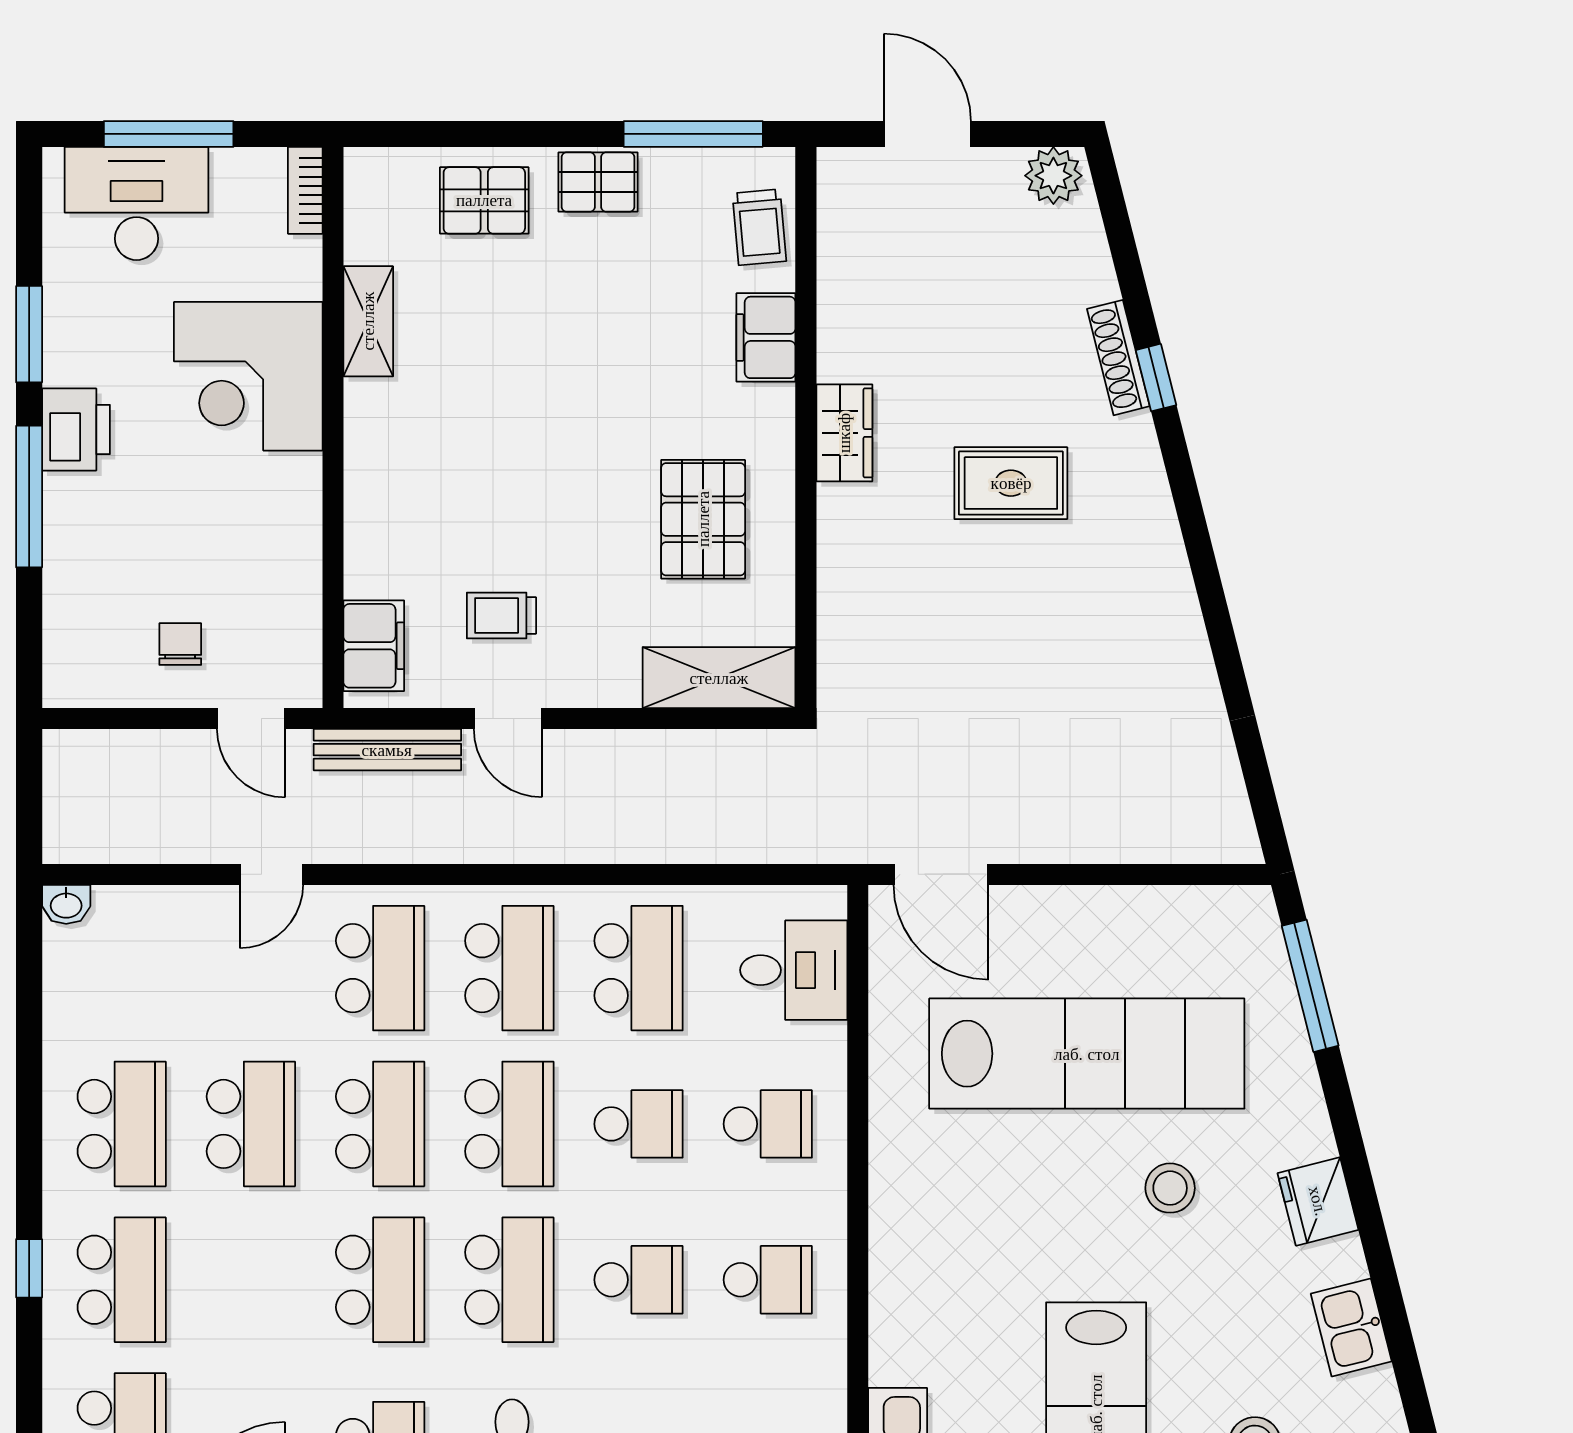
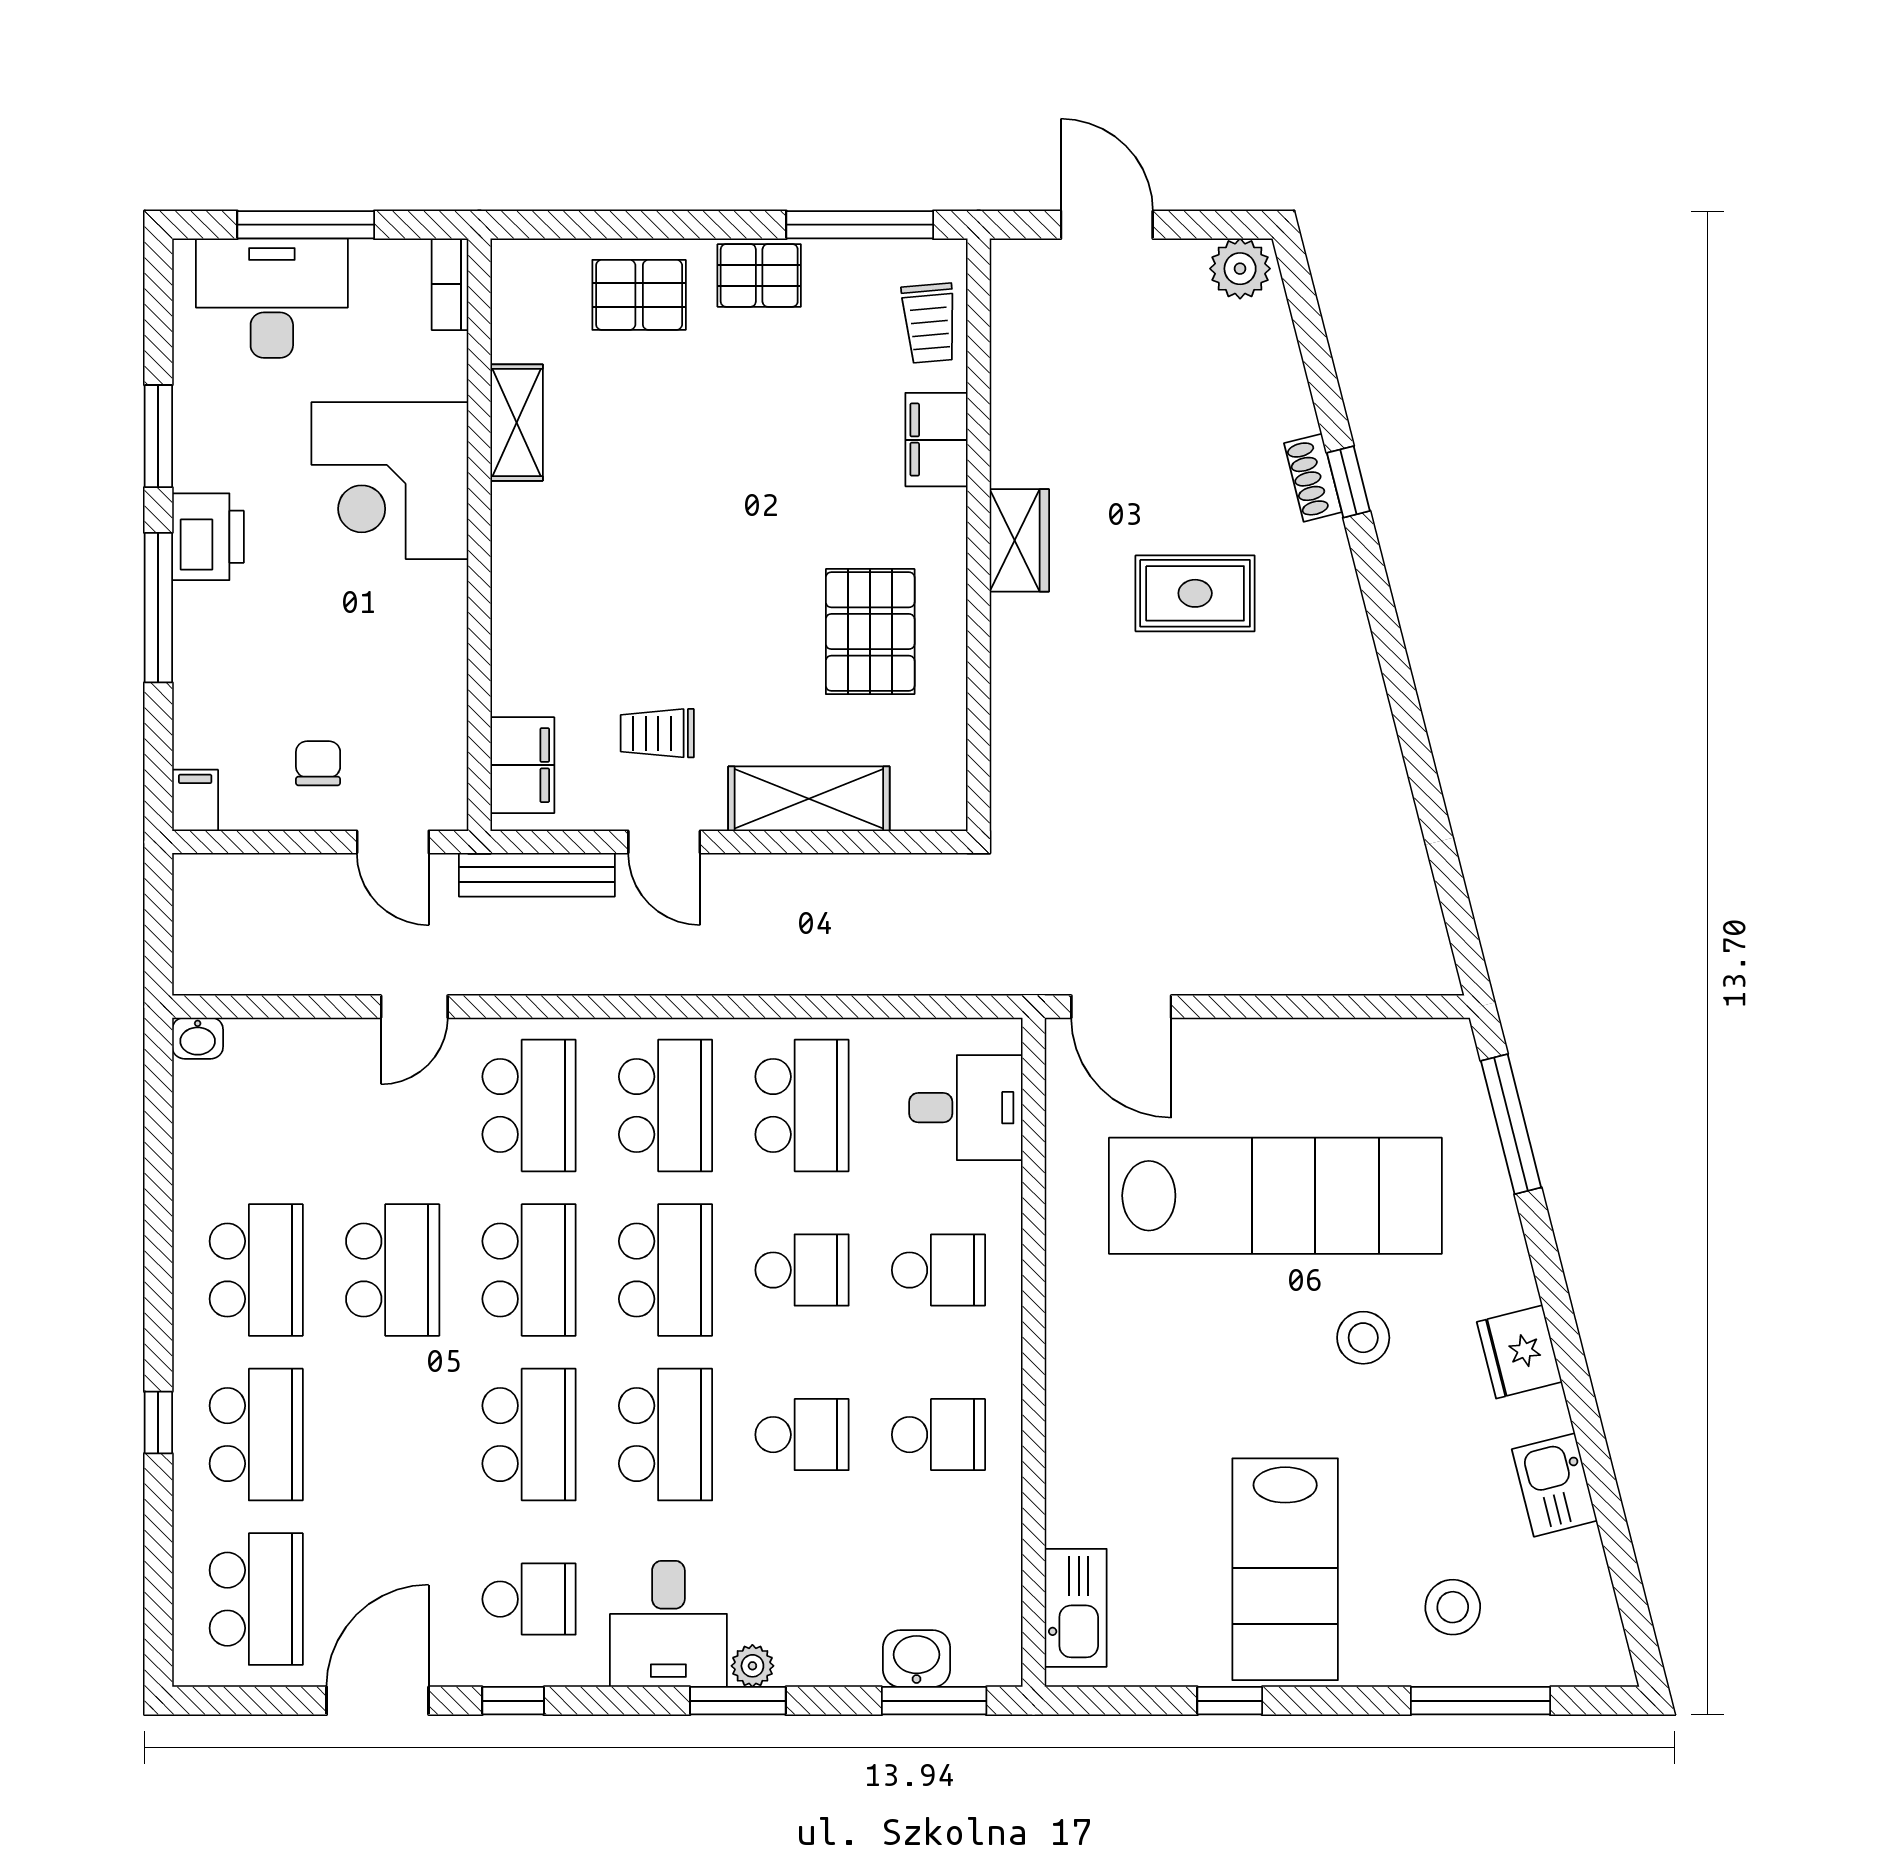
shoe rack: (1118, 358) -> (1313, 478), width x0.70
shelving: (719, 678) -> (809, 799), moved
filing cabinet: (64, 679) -> (195, 800), added

